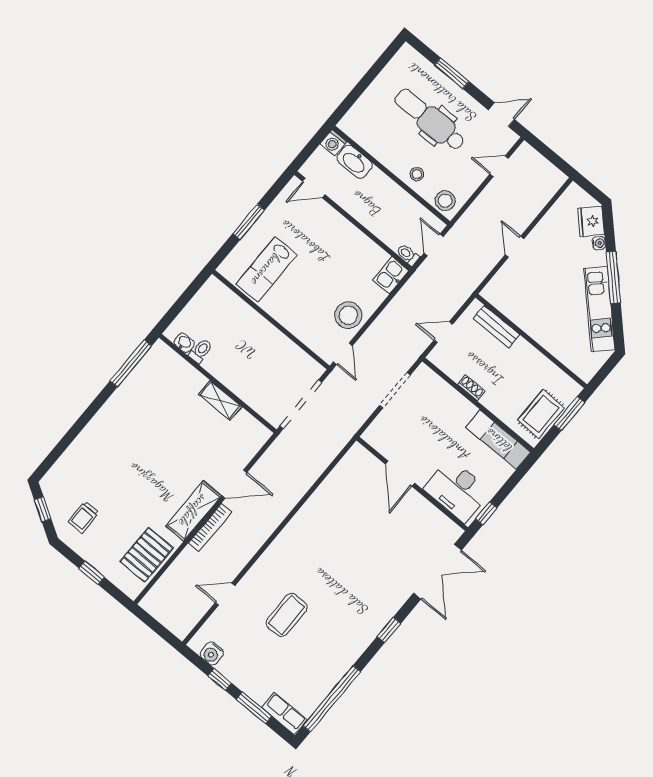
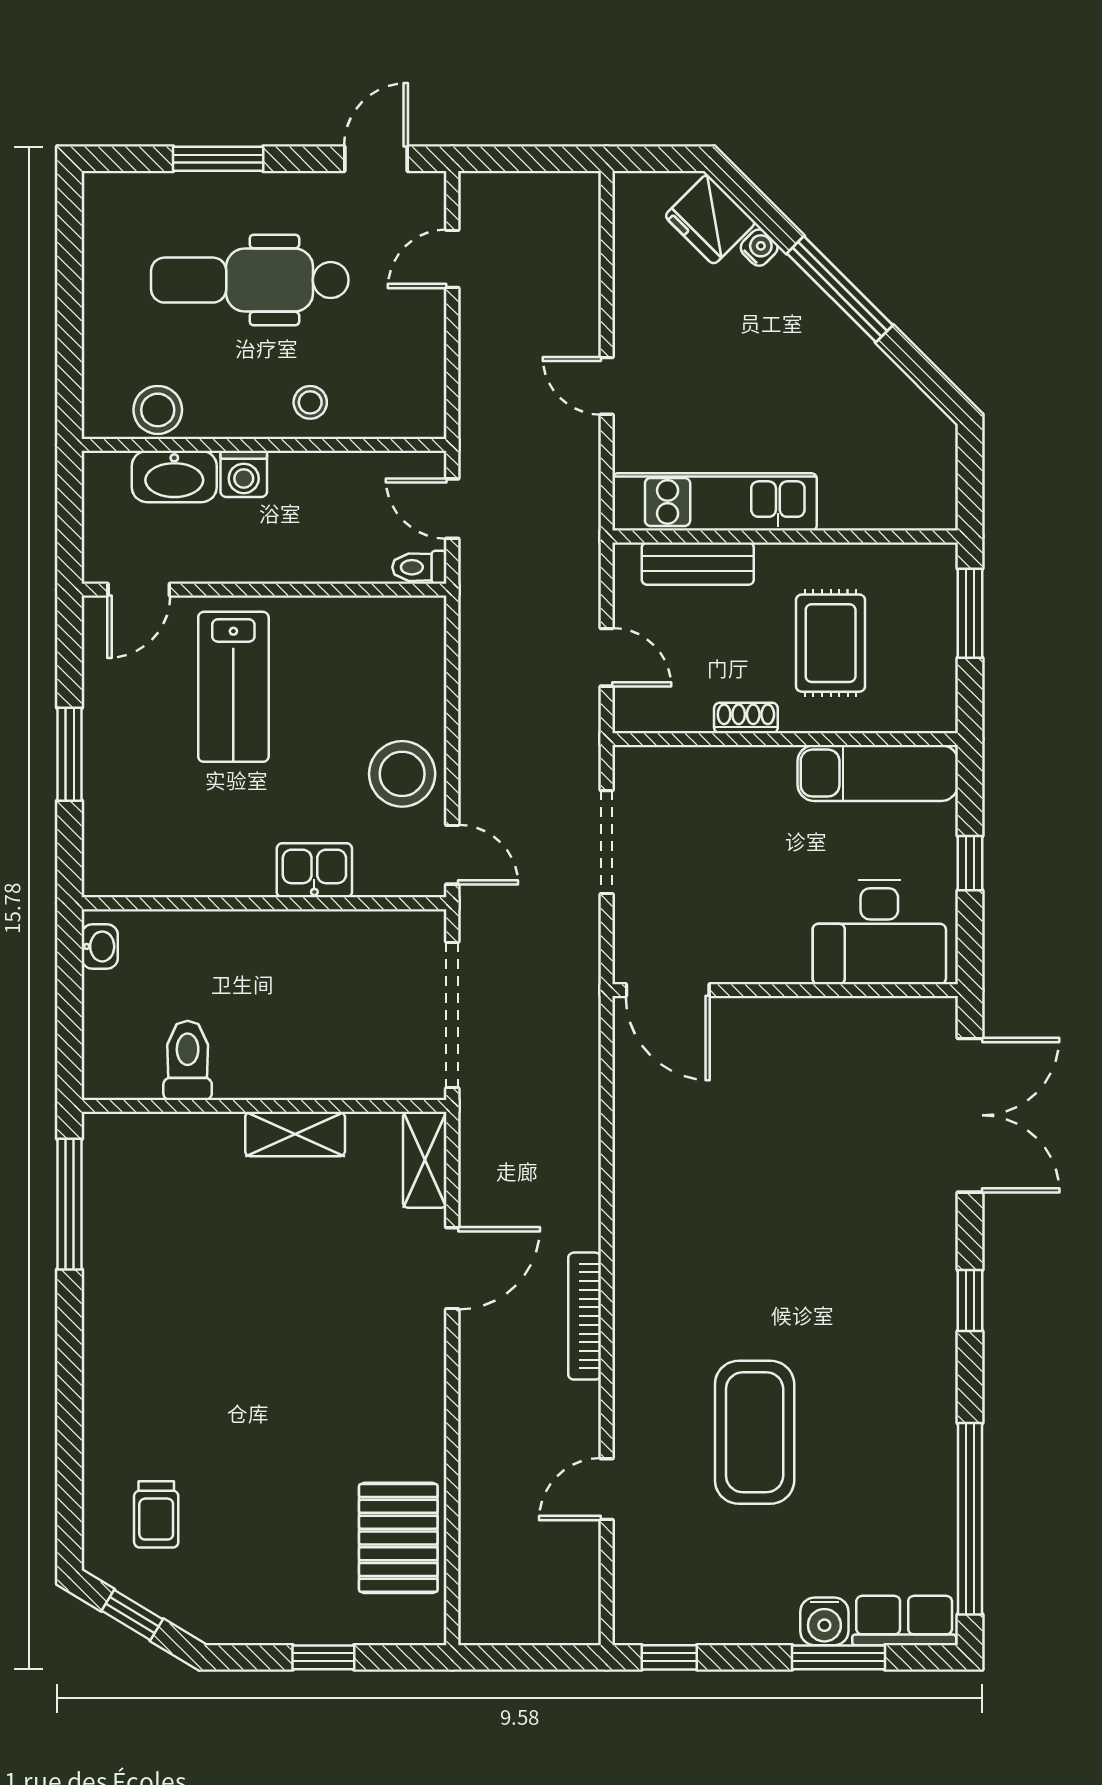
washing machine: (333, 143) -> (244, 474), moved
stool: (445, 201) -> (158, 410), moved
lab bench: (266, 270) -> (233, 687), moved
kitchen sink: (391, 275) -> (314, 870), moved, turned 90
kitchen unit: (599, 309) -> (715, 502), moved, turned 135
door: (443, 332) -> (607, 657), swing flipped
washbasin: (184, 343) -> (100, 946), moved, turned 90
toilet: (201, 351) -> (188, 1060), width x1.37, depth x1.39
rug: (541, 414) -> (831, 643), moved
door: (400, 474) -> (668, 990), moved
shelving: (193, 511) -> (425, 1160), moved, width x0.67, depth x0.75
window: (486, 513) -> (970, 863), moved
trolley: (84, 517) -> (156, 1514), moved
bookcase: (210, 527) -> (585, 1316), moved, turned 180
coffee table: (287, 615) -> (755, 1432), width x1.36, depth x1.32
water cooler: (212, 654) -> (824, 1621), moved
window: (220, 680) -> (669, 1657), moved

